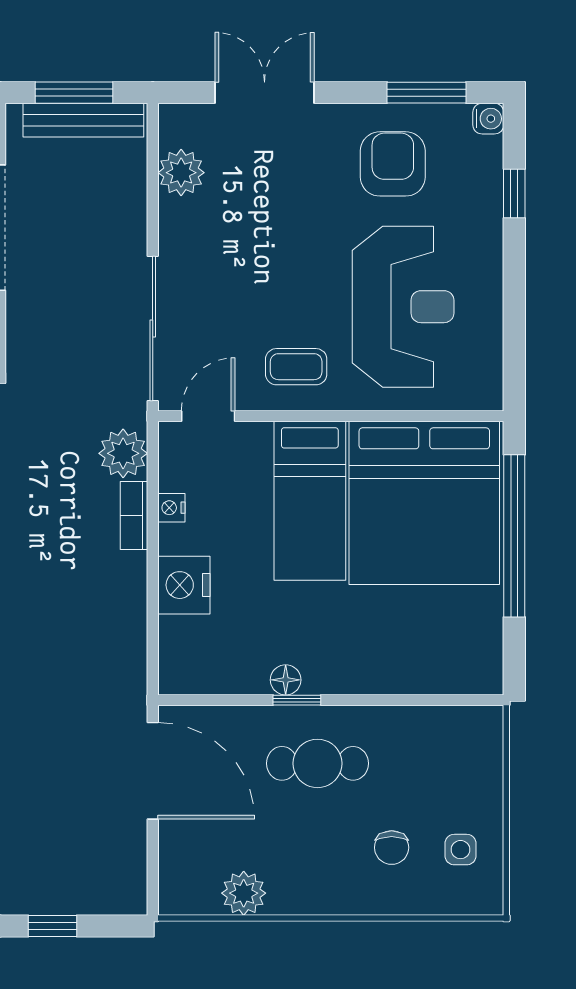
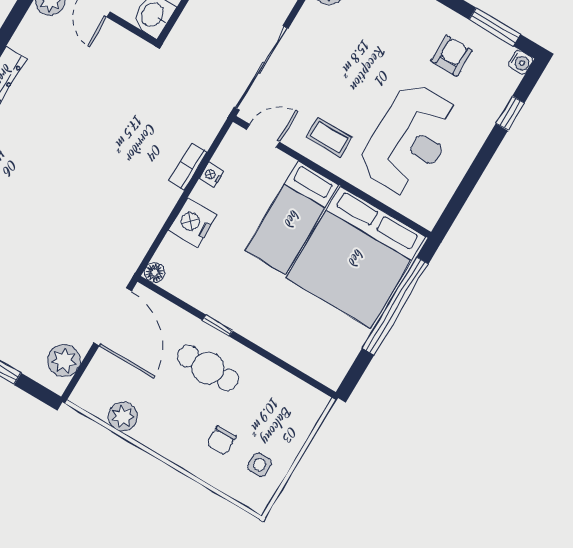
armchair: (393, 164) -> (452, 56), width x0.72, depth x0.72
plant: (123, 453) -> (64, 361), moved
floor lamp: (286, 680) -> (155, 272), moved

